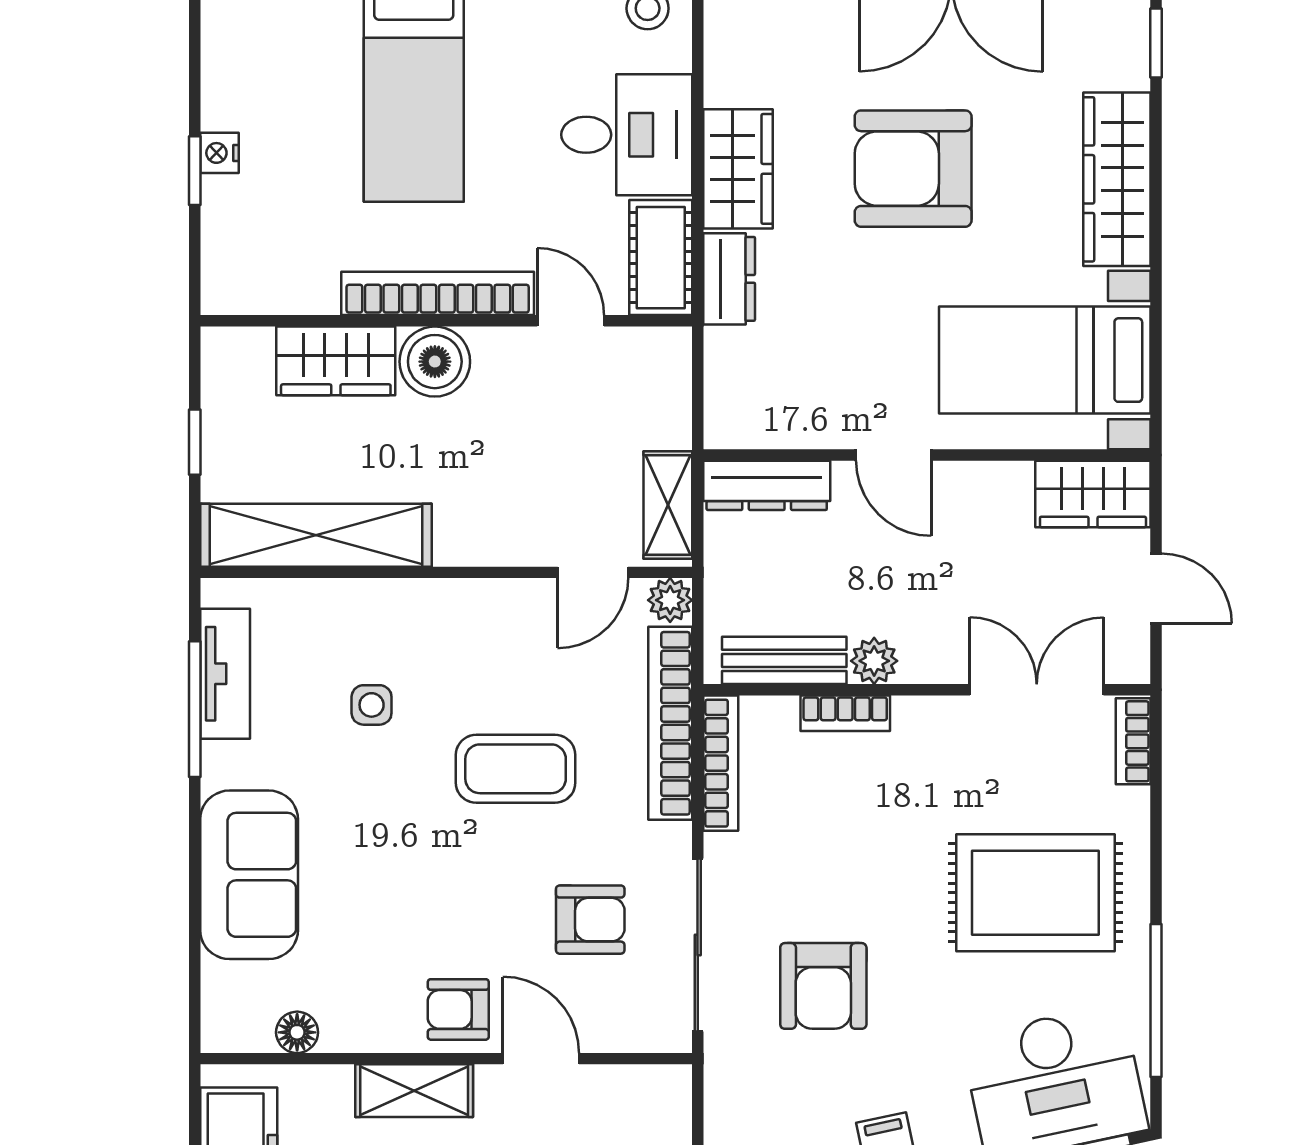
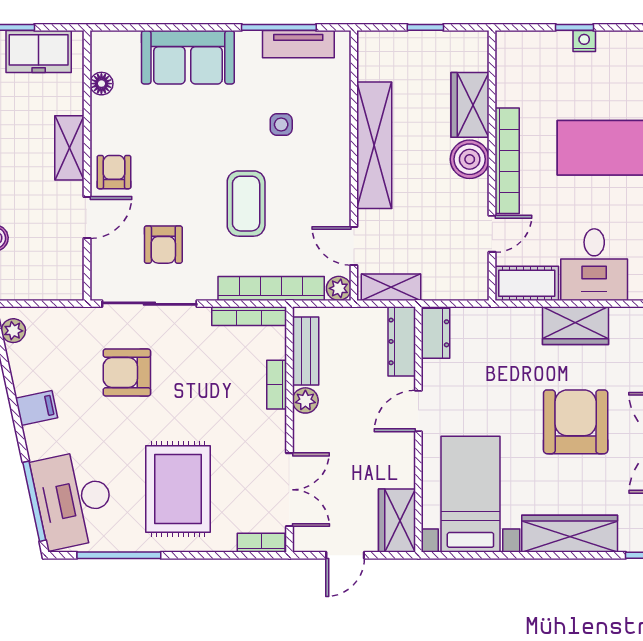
dresser: (729, 279) -> (436, 333), moved, turned -90
shelving: (316, 535) -> (374, 145), moved

